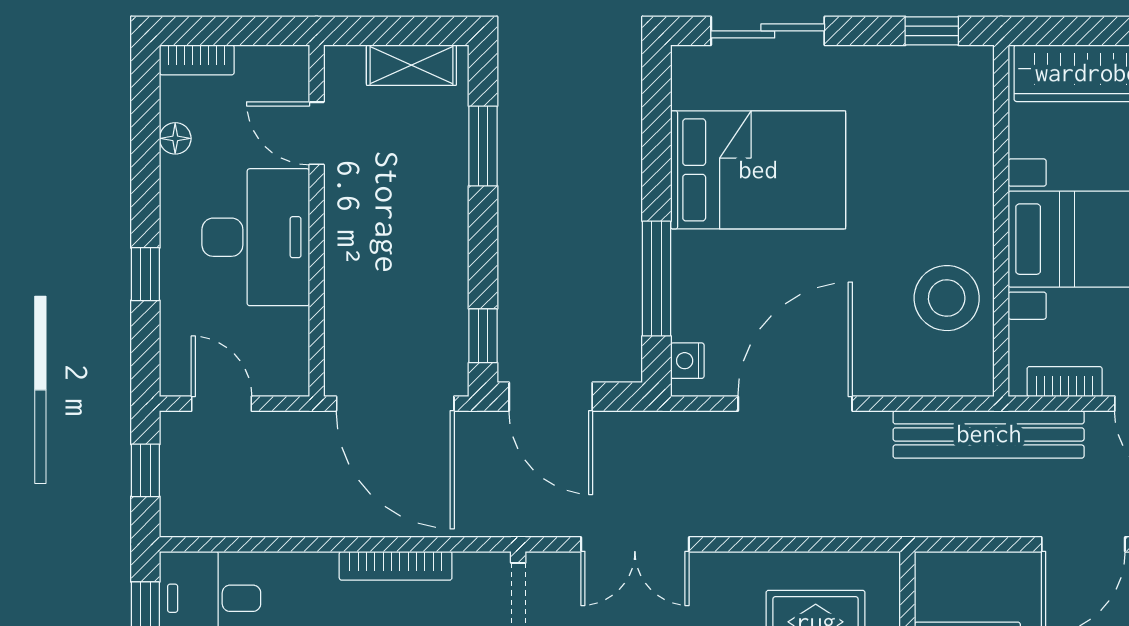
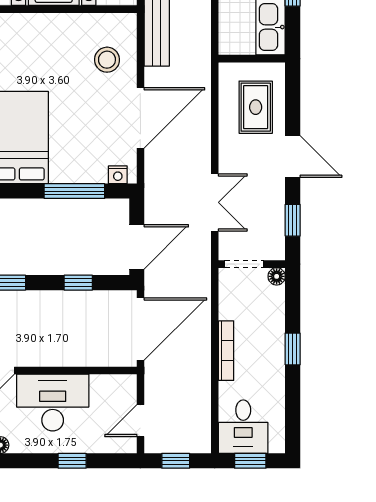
stool: (947, 298) -> (107, 60), moved, width x0.73, depth x0.73
window: (483, 336) -> (78, 283), moved
door: (795, 404) -> (140, 118), swing flipped
bookcase: (396, 566) -> (226, 351), moved

